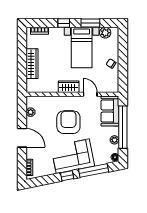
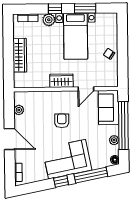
plant: (105, 33) -> (49, 20), moved
door: (90, 94) -> (86, 89), swing flipped
armchair: (68, 122) -> (62, 121), width x0.53, depth x0.53

